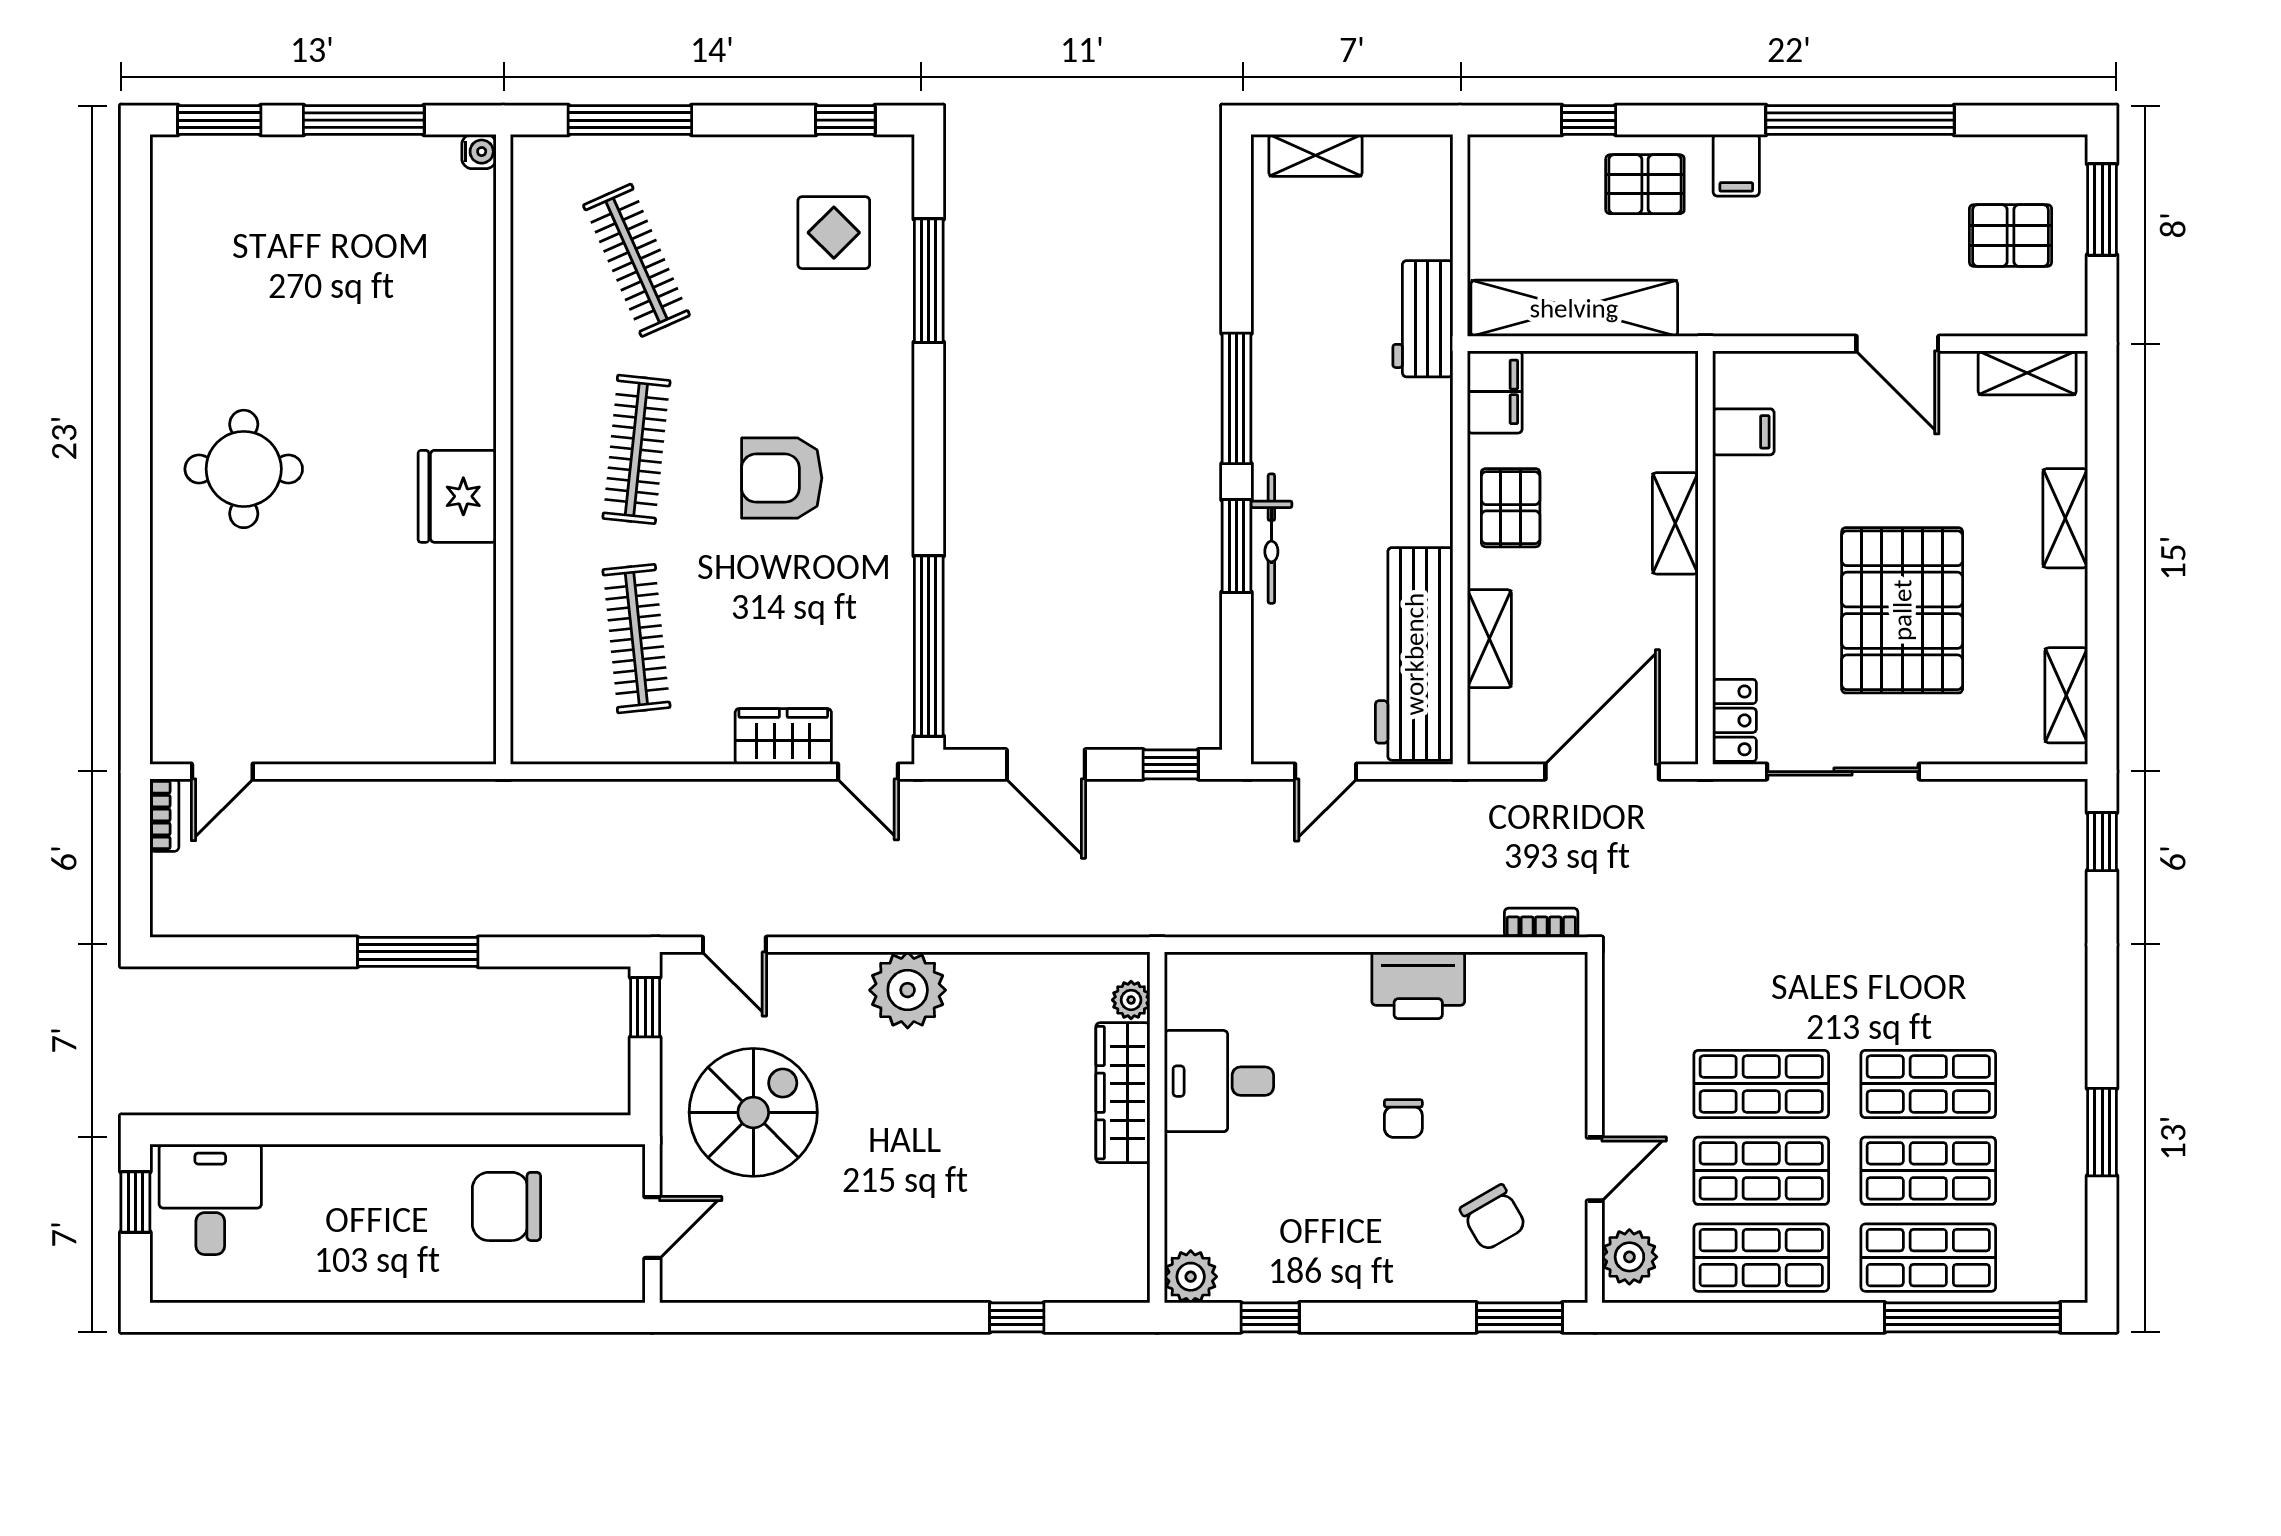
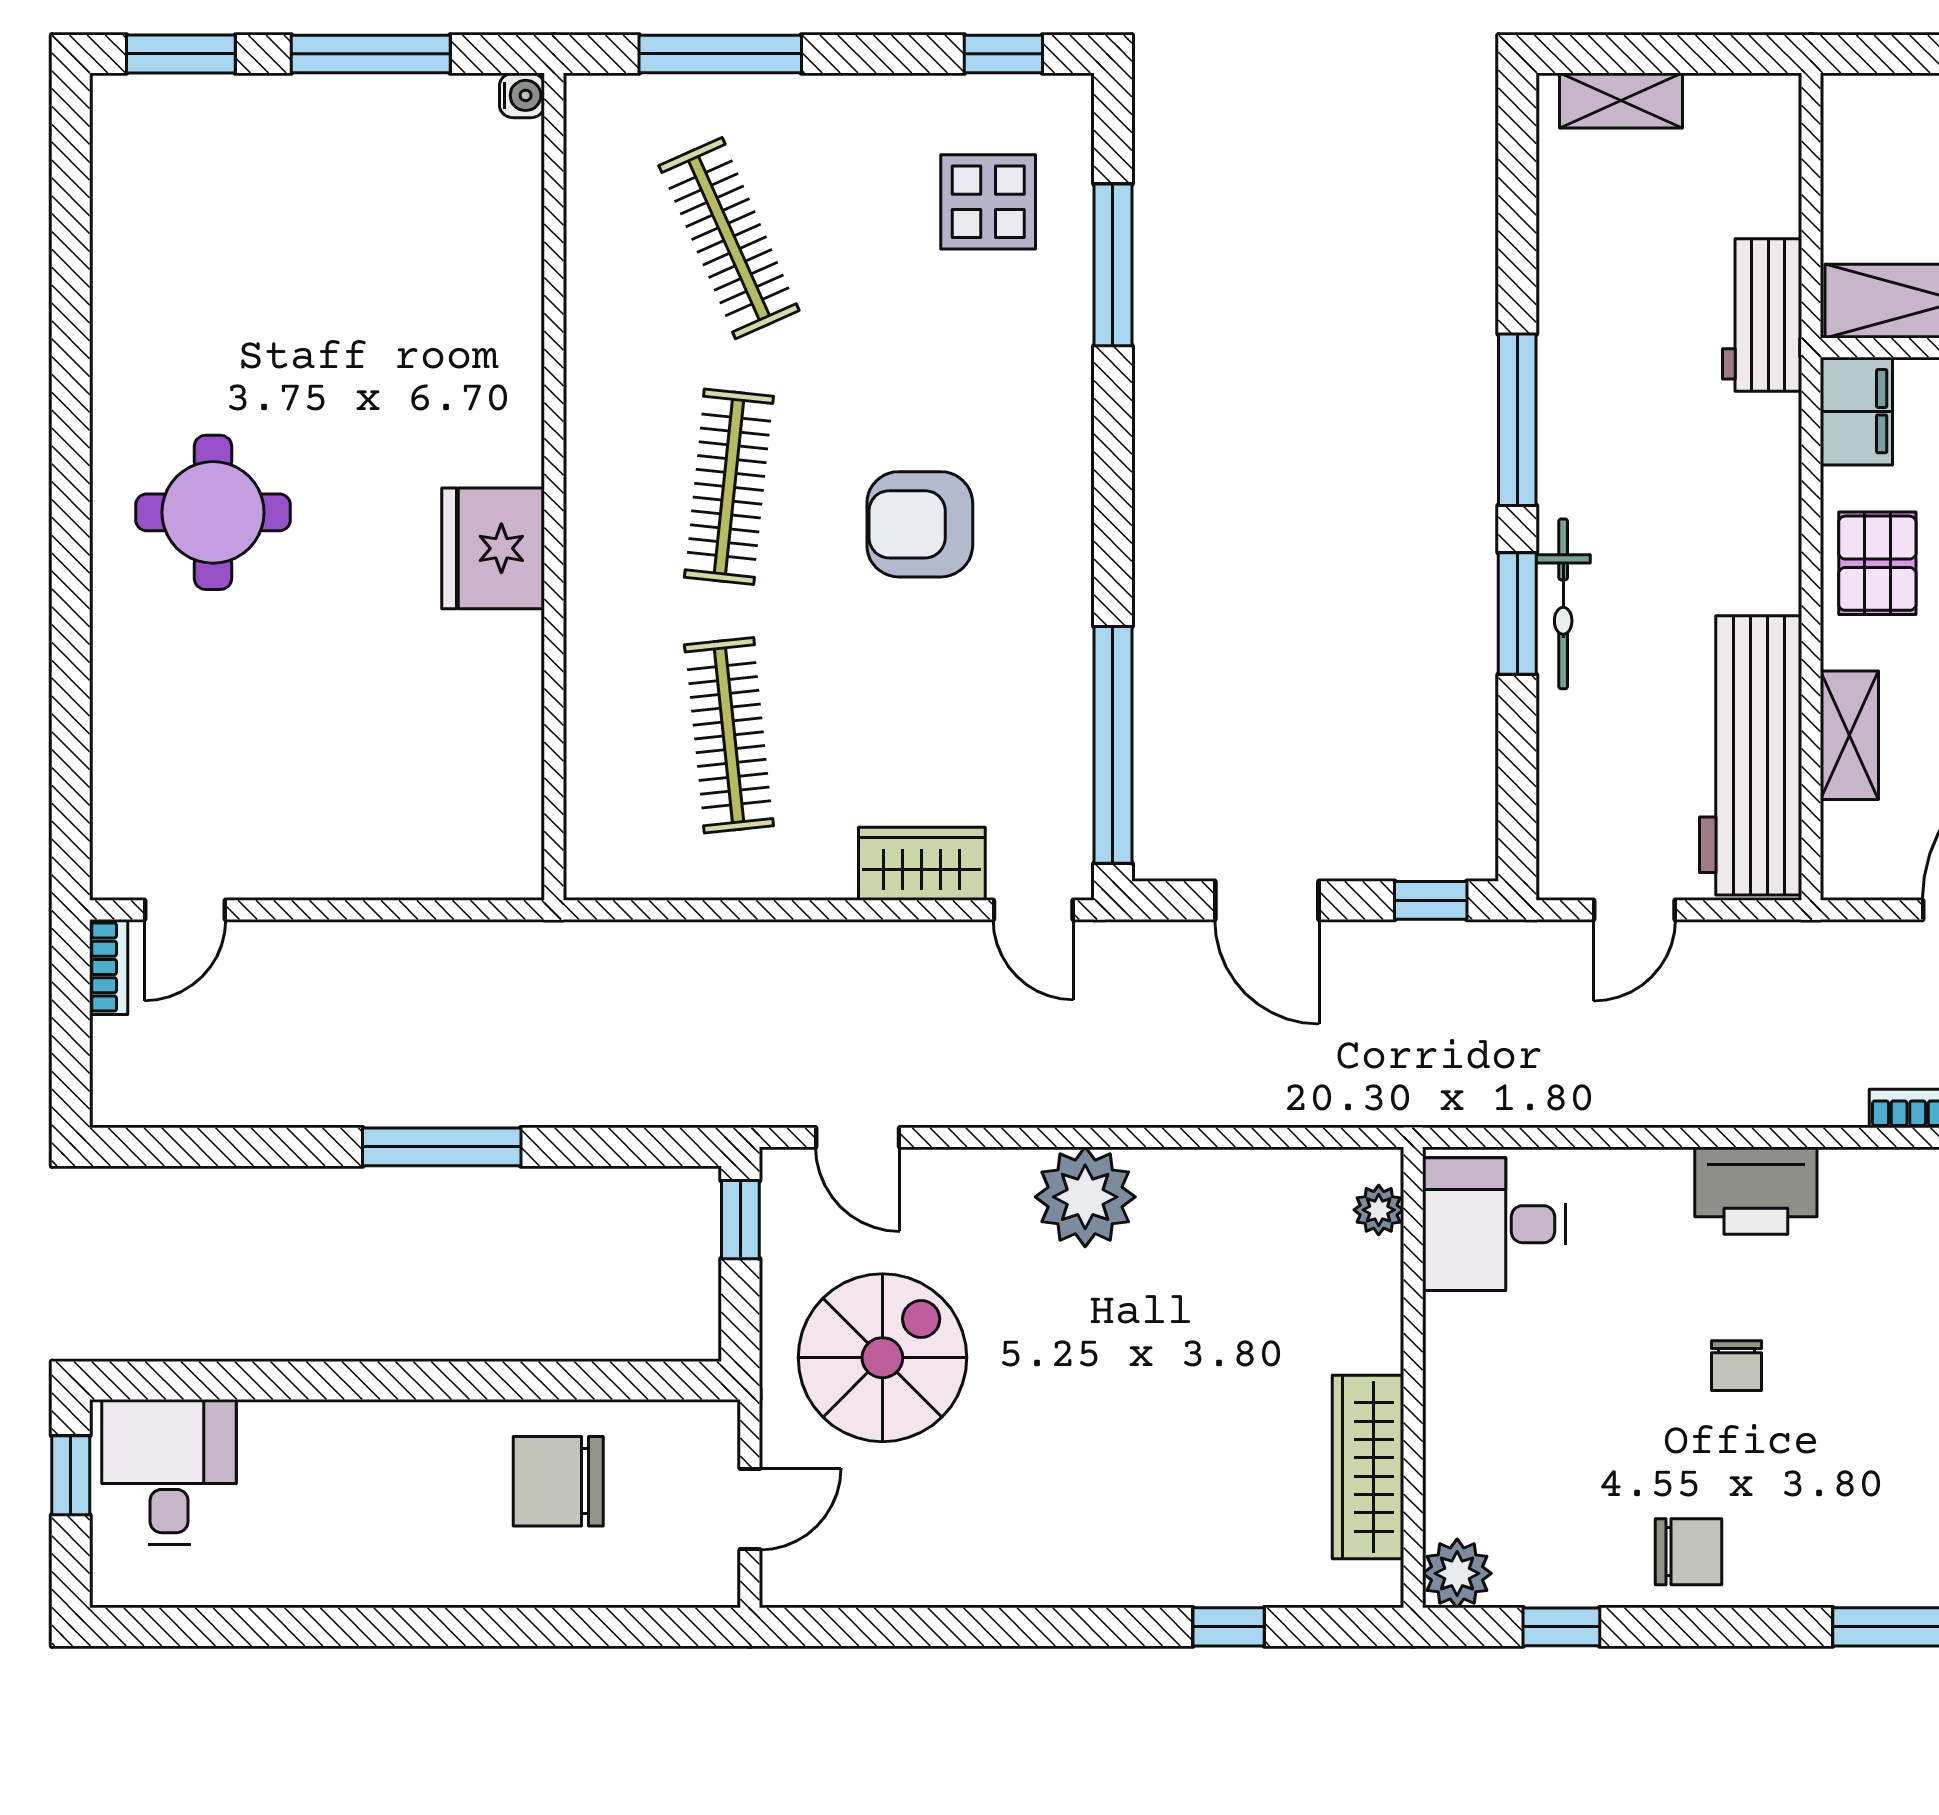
desk: (1219, 1081) -> (1494, 1224), moved
wardrobe: (1123, 1093) -> (1368, 1467), moved
chair: (1493, 1218) -> (1688, 1552), moved, turned -60

